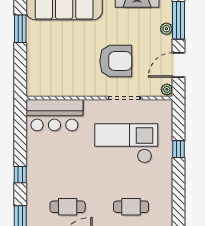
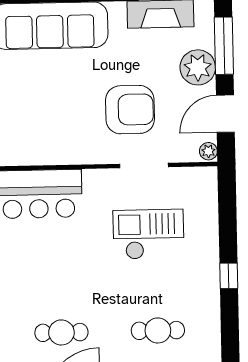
plant: (166, 29) -> (198, 67), width x1.87, depth x1.87
checkout: (126, 143) -> (148, 234), width x0.73, depth x0.83
window: (178, 149) -> (229, 276), moved

